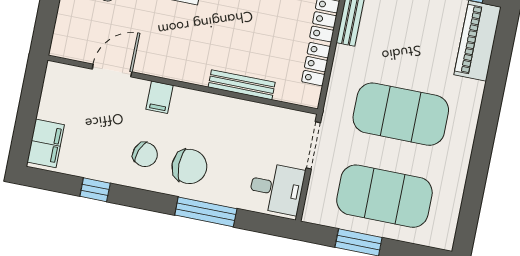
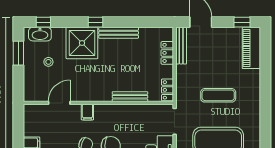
locker: (316, 64) -> (168, 90), moved
exercise mat: (401, 114) -> (218, 95), width x0.50, depth x0.69

